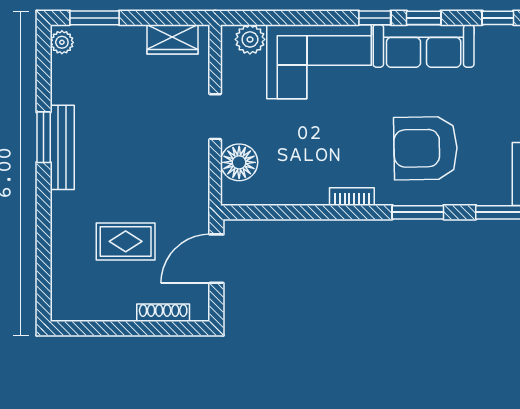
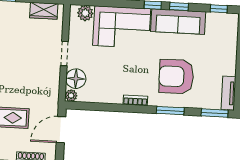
plant: (232, 194) -> (71, 96), added

